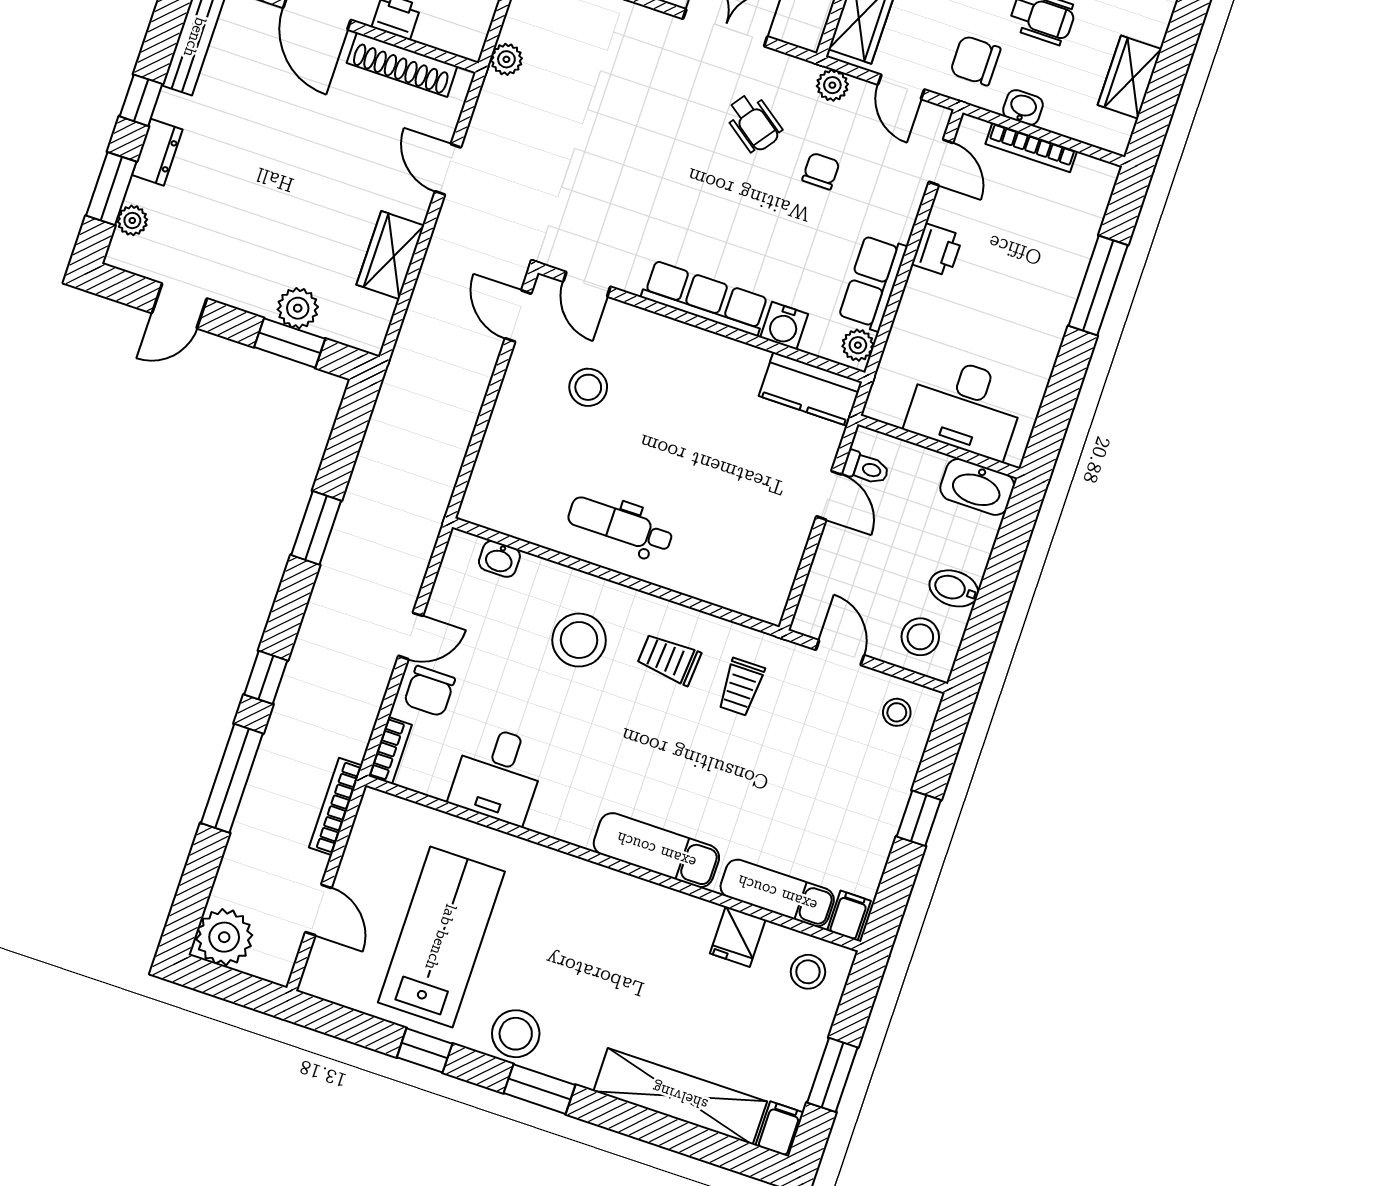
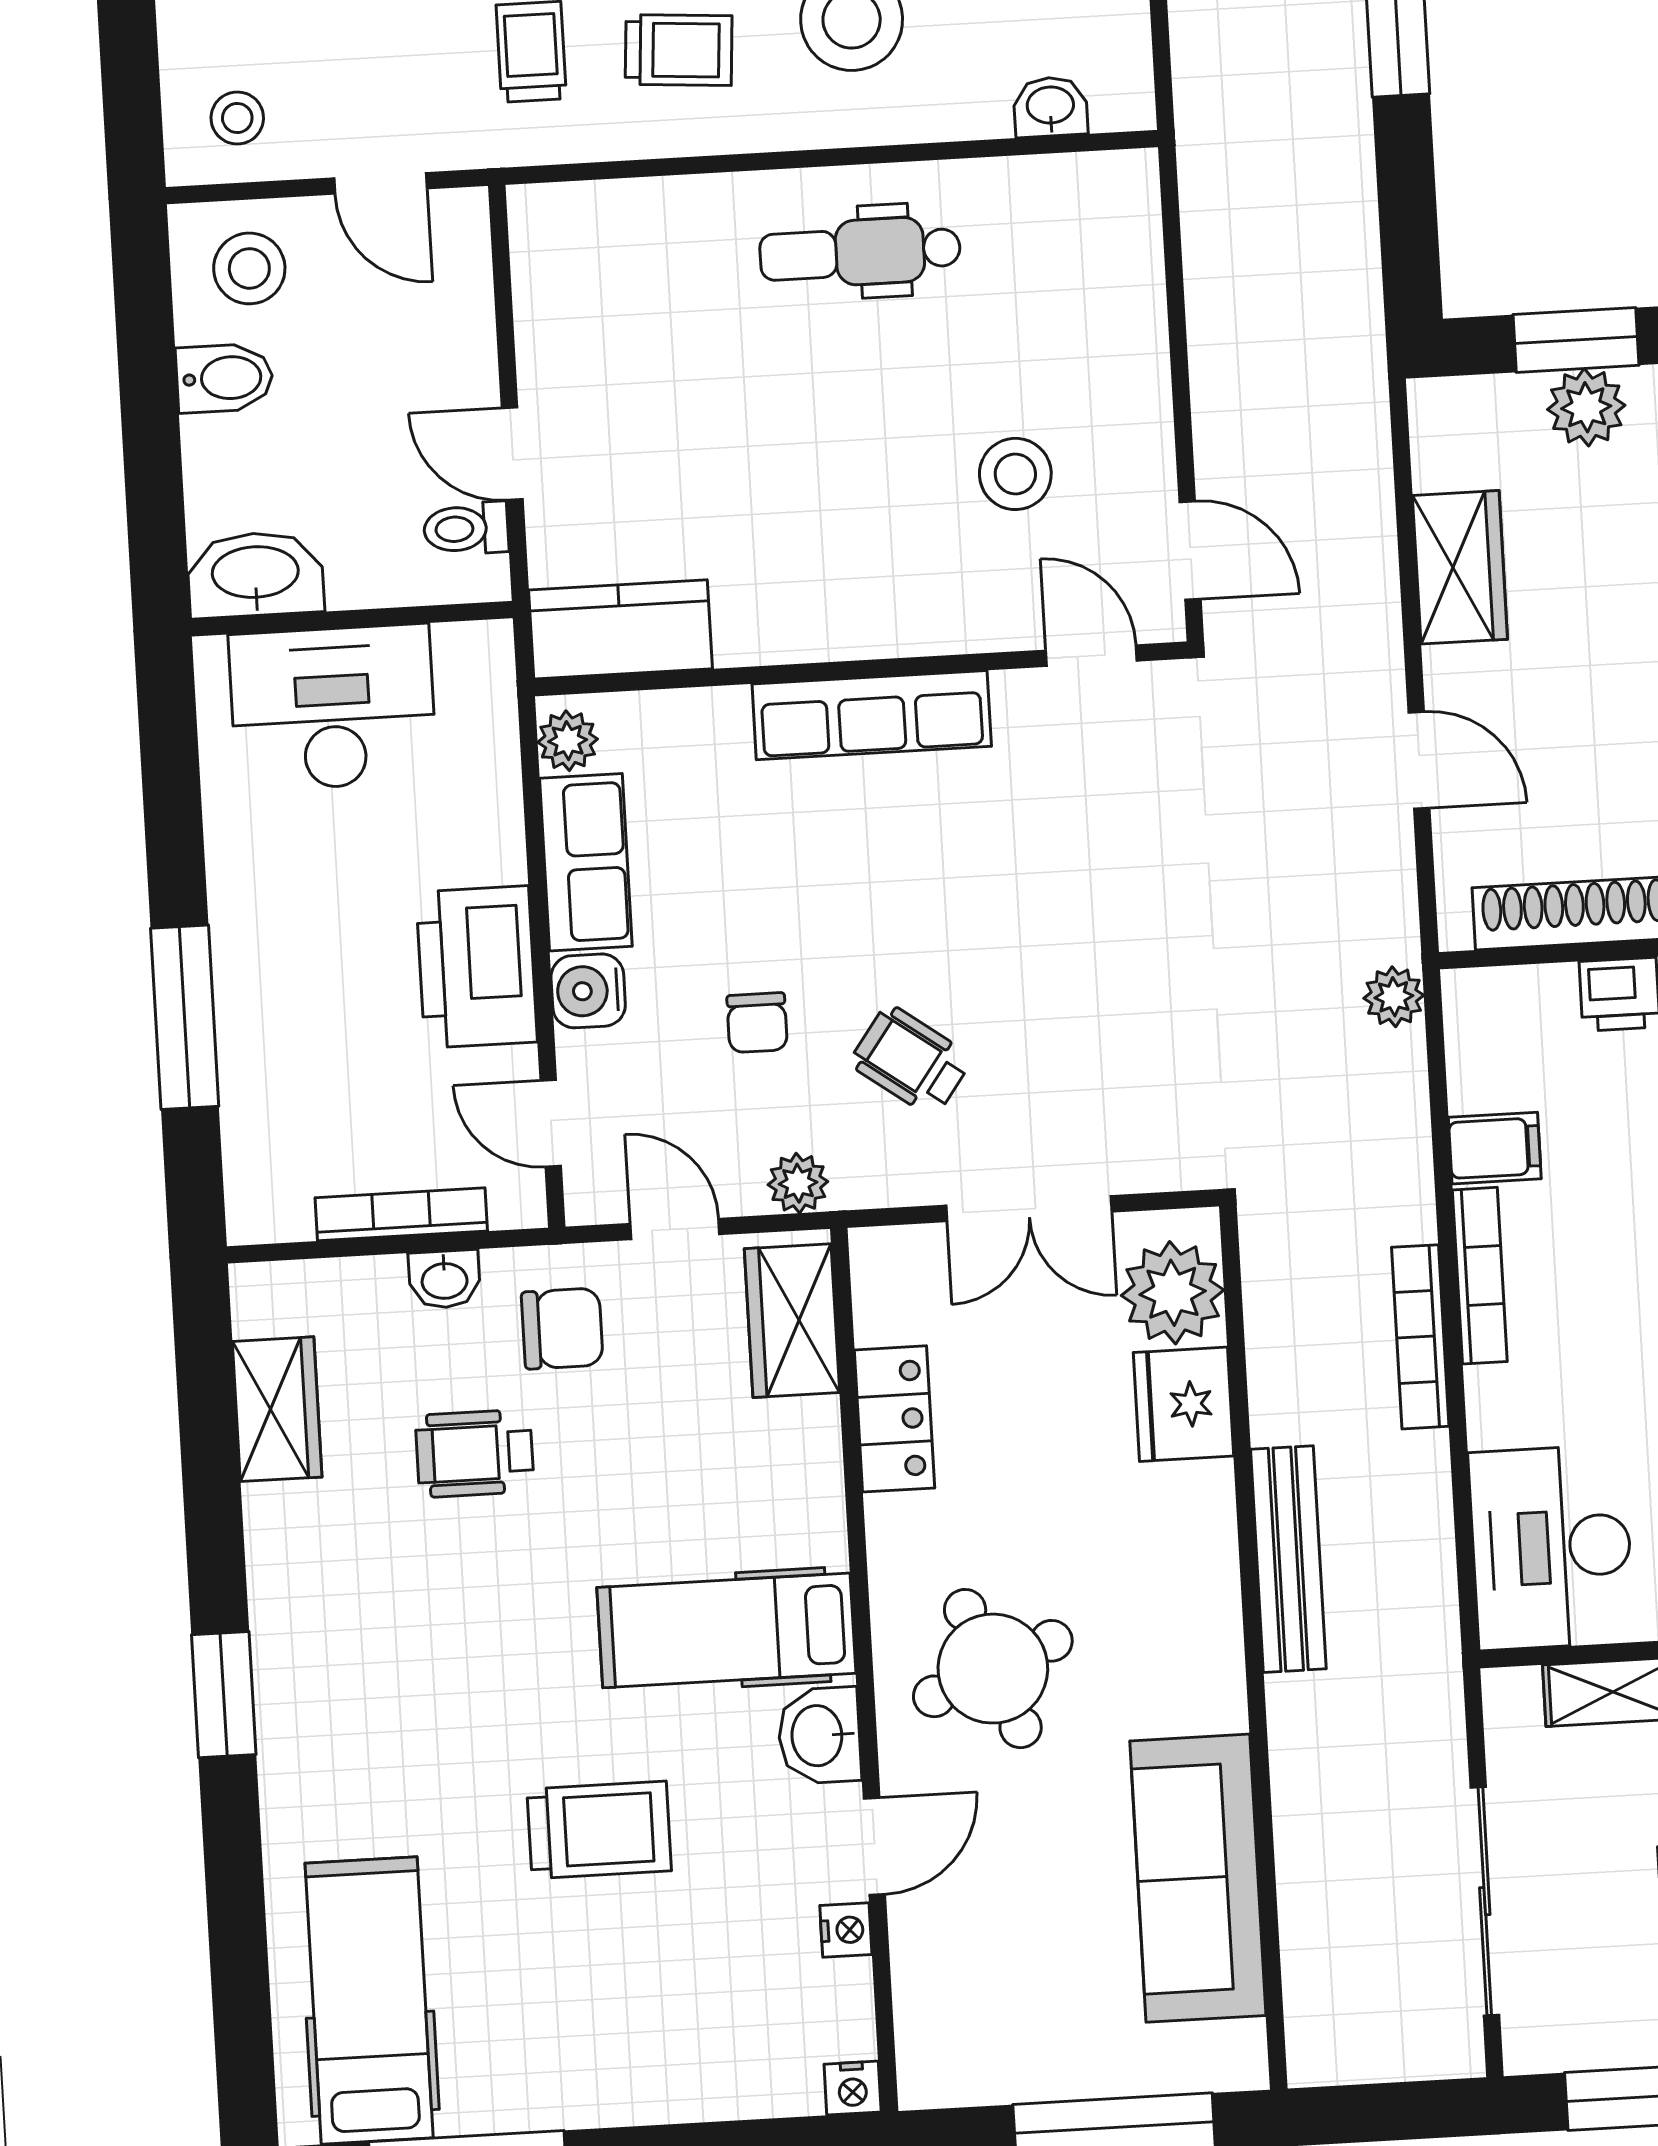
printer: (937, 250) -> (477, 967), width x1.87, depth x1.48
water cooler: (784, 326) -> (588, 991), moved, turned -90
dental chair: (620, 525) -> (860, 252), turned 180

